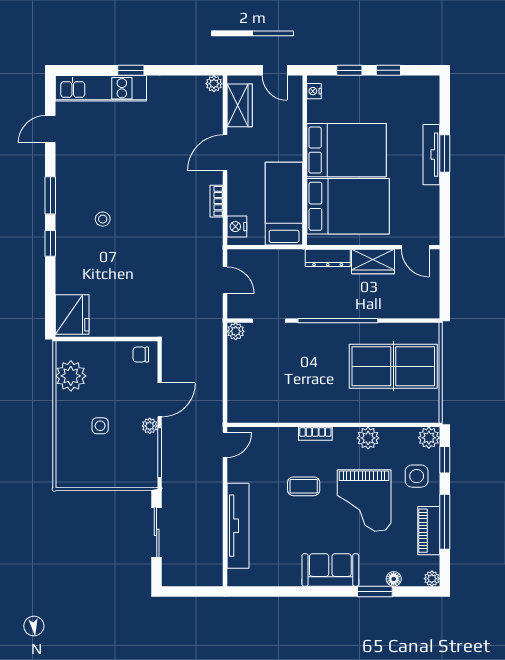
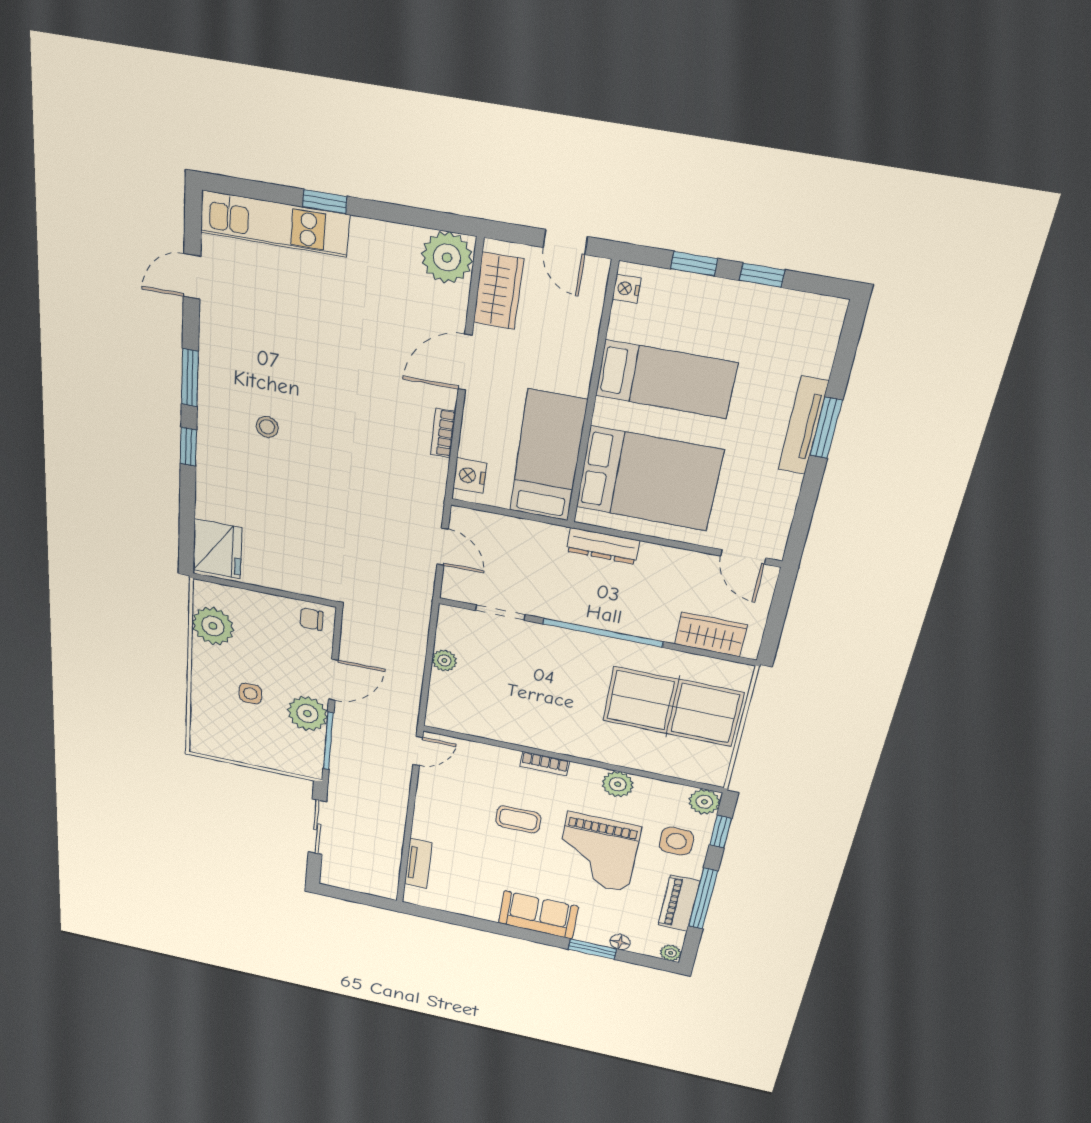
plant: (214, 84) -> (447, 258), width x1.87, depth x1.87
bed: (346, 150) -> (666, 379), width x0.67
wardrobe: (373, 261) -> (711, 634), moved, turned 180
plant: (236, 331) -> (444, 661), moved
plant: (150, 426) -> (307, 714), width x1.87, depth x1.87
tv unit: (238, 526) -> (418, 864), width x0.52, depth x0.78

